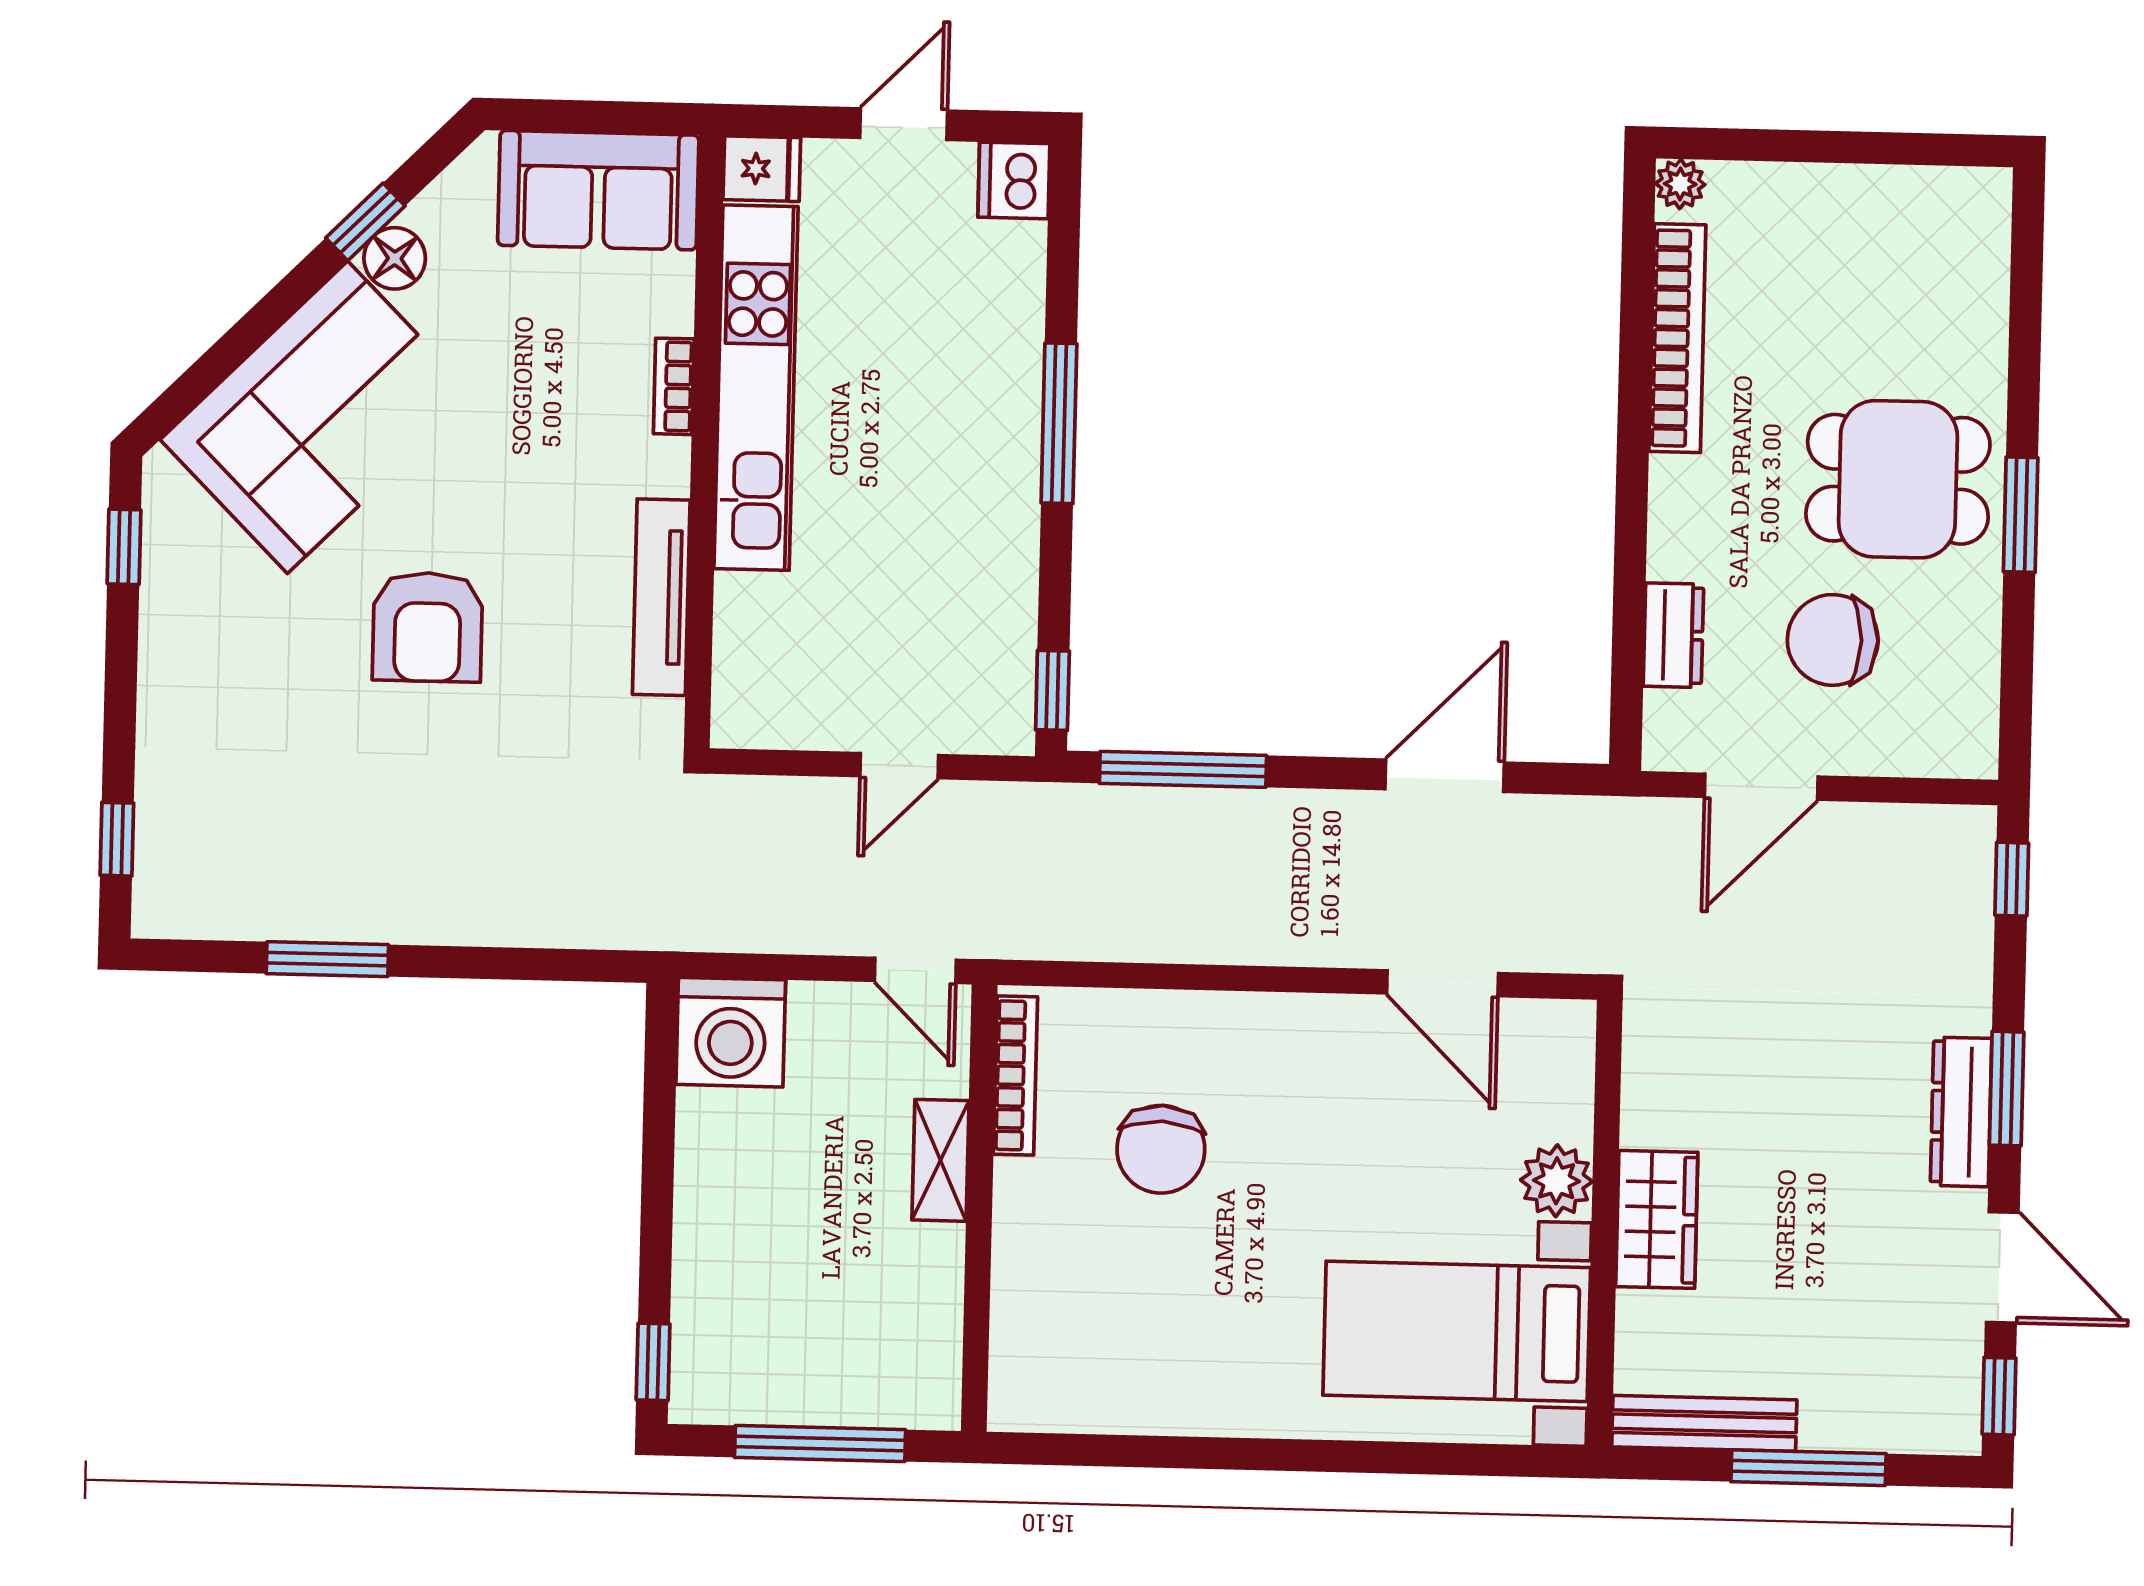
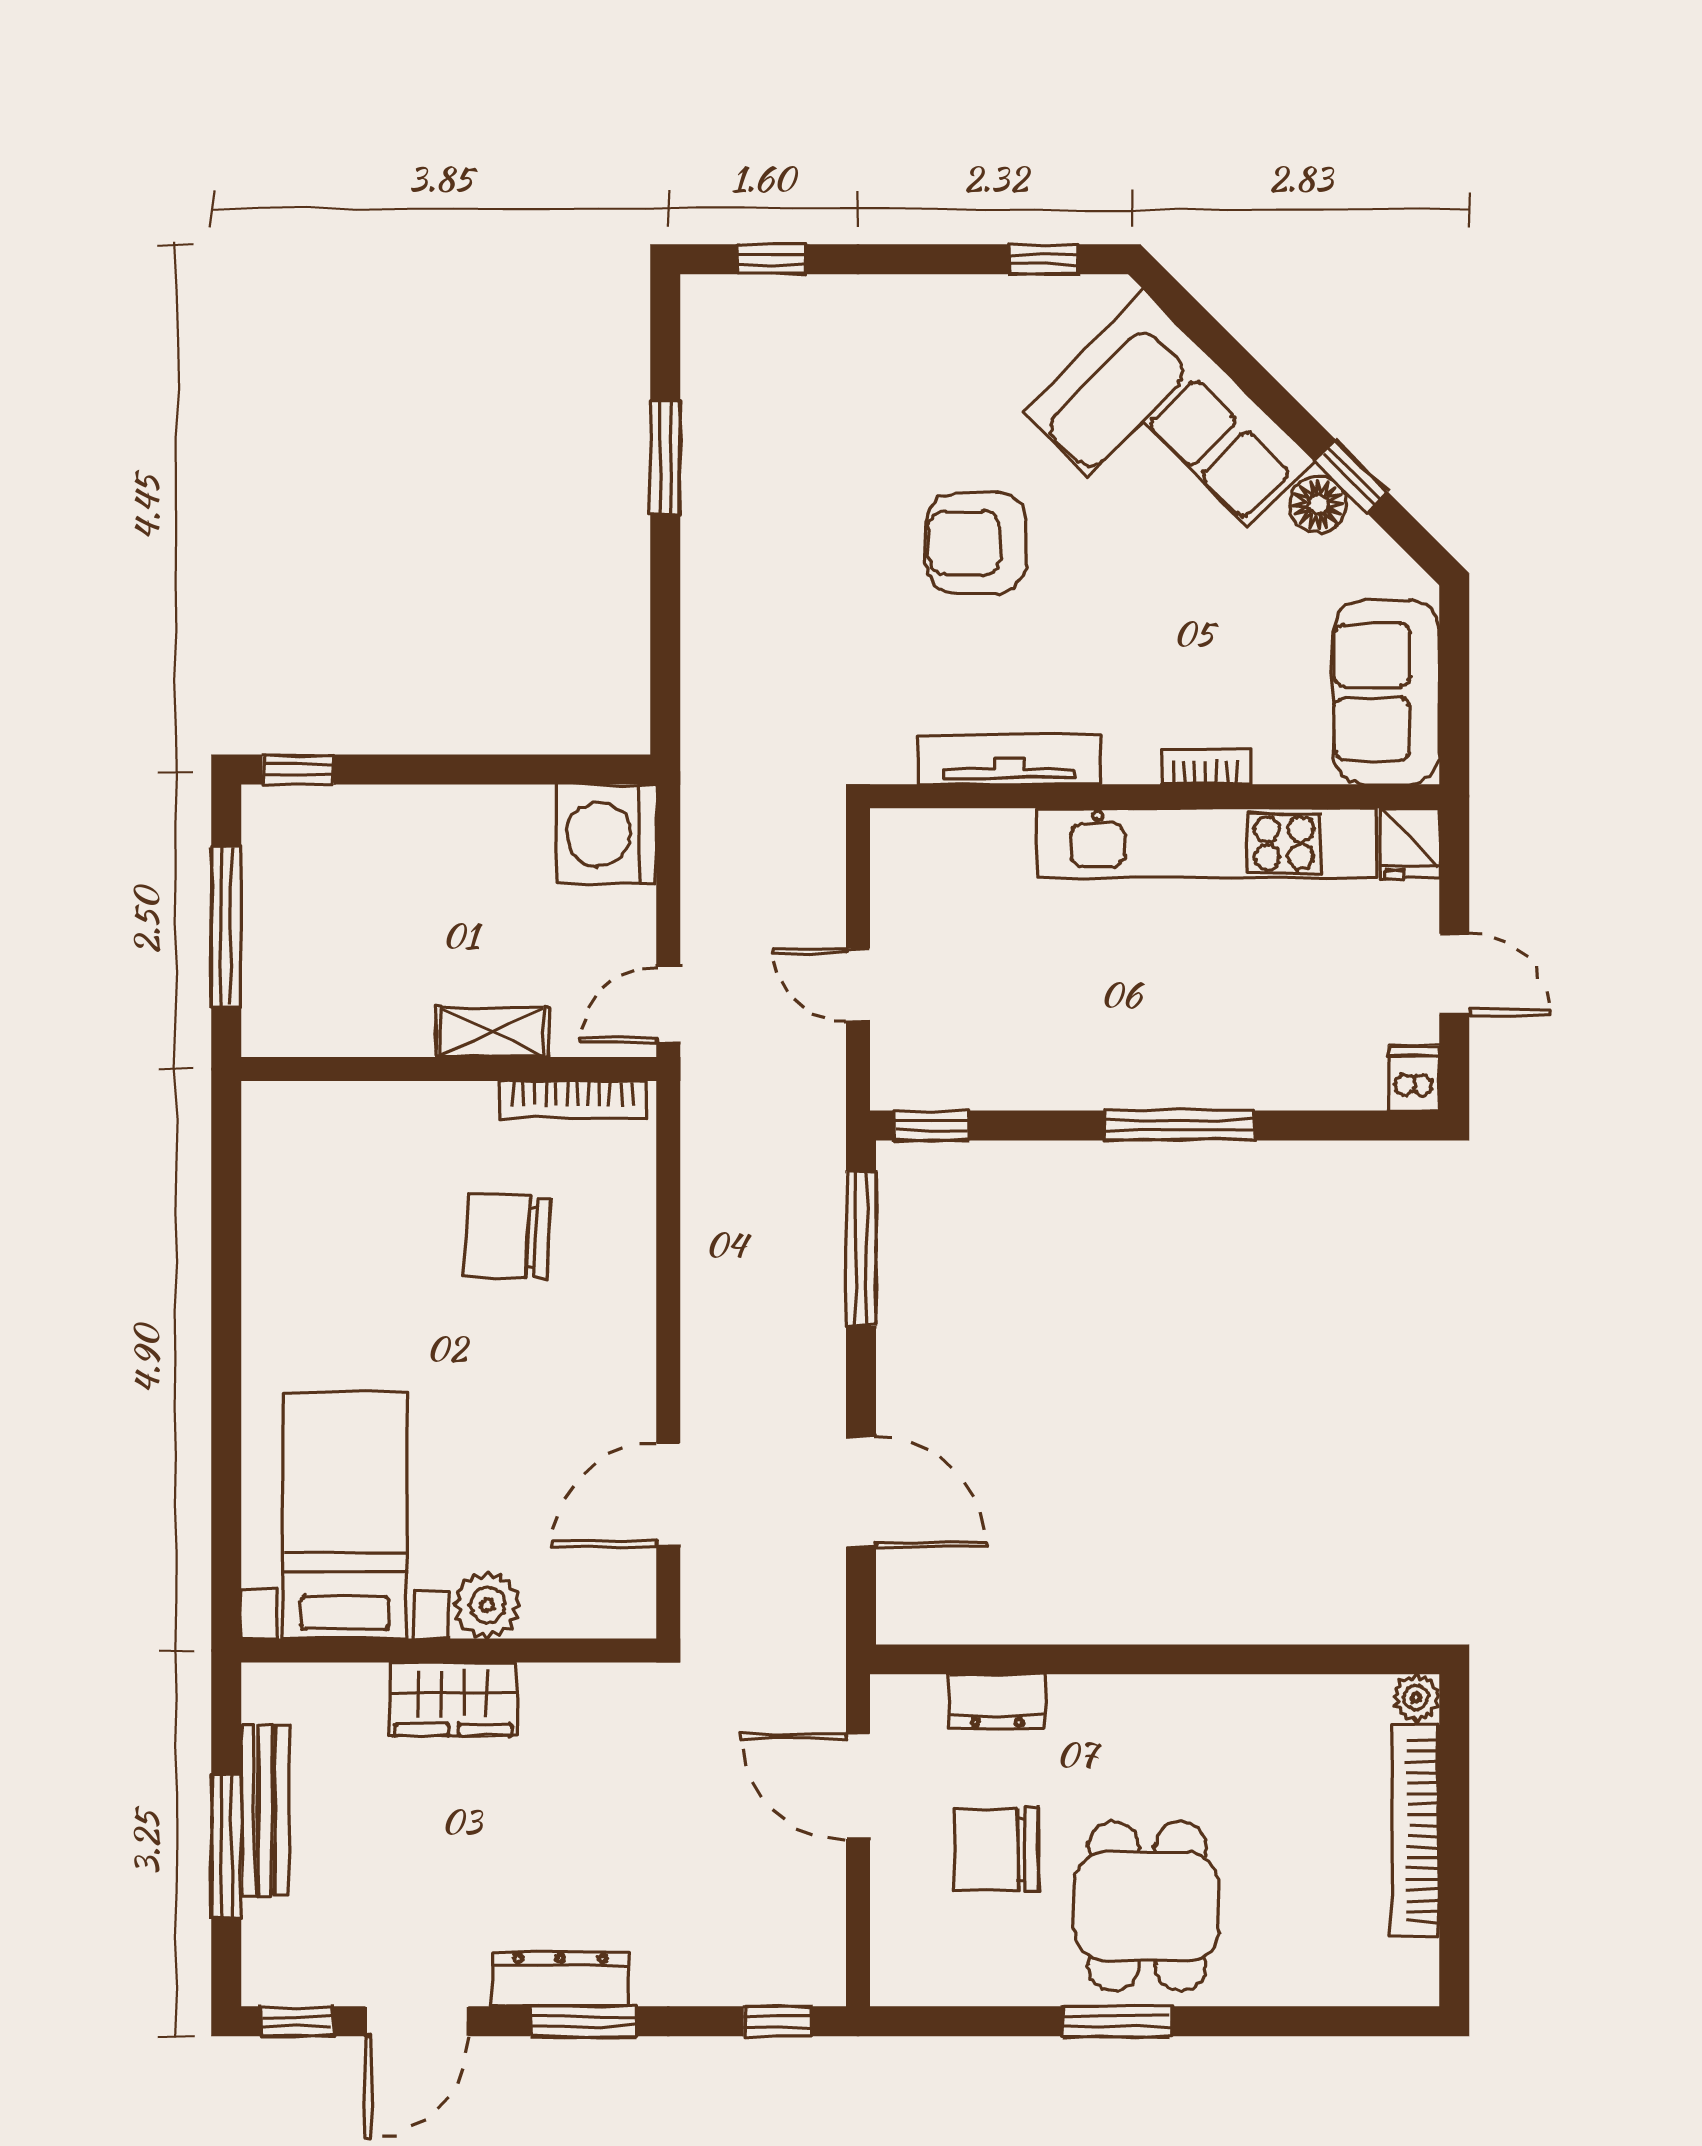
dishwasher: (1014, 180) -> (1414, 1078), width x0.73
bookcase: (1677, 338) -> (1415, 1831), moved, turned 90
chair: (1833, 640) -> (996, 1849), turned -90
bench: (1704, 1423) -> (265, 1810), moved

